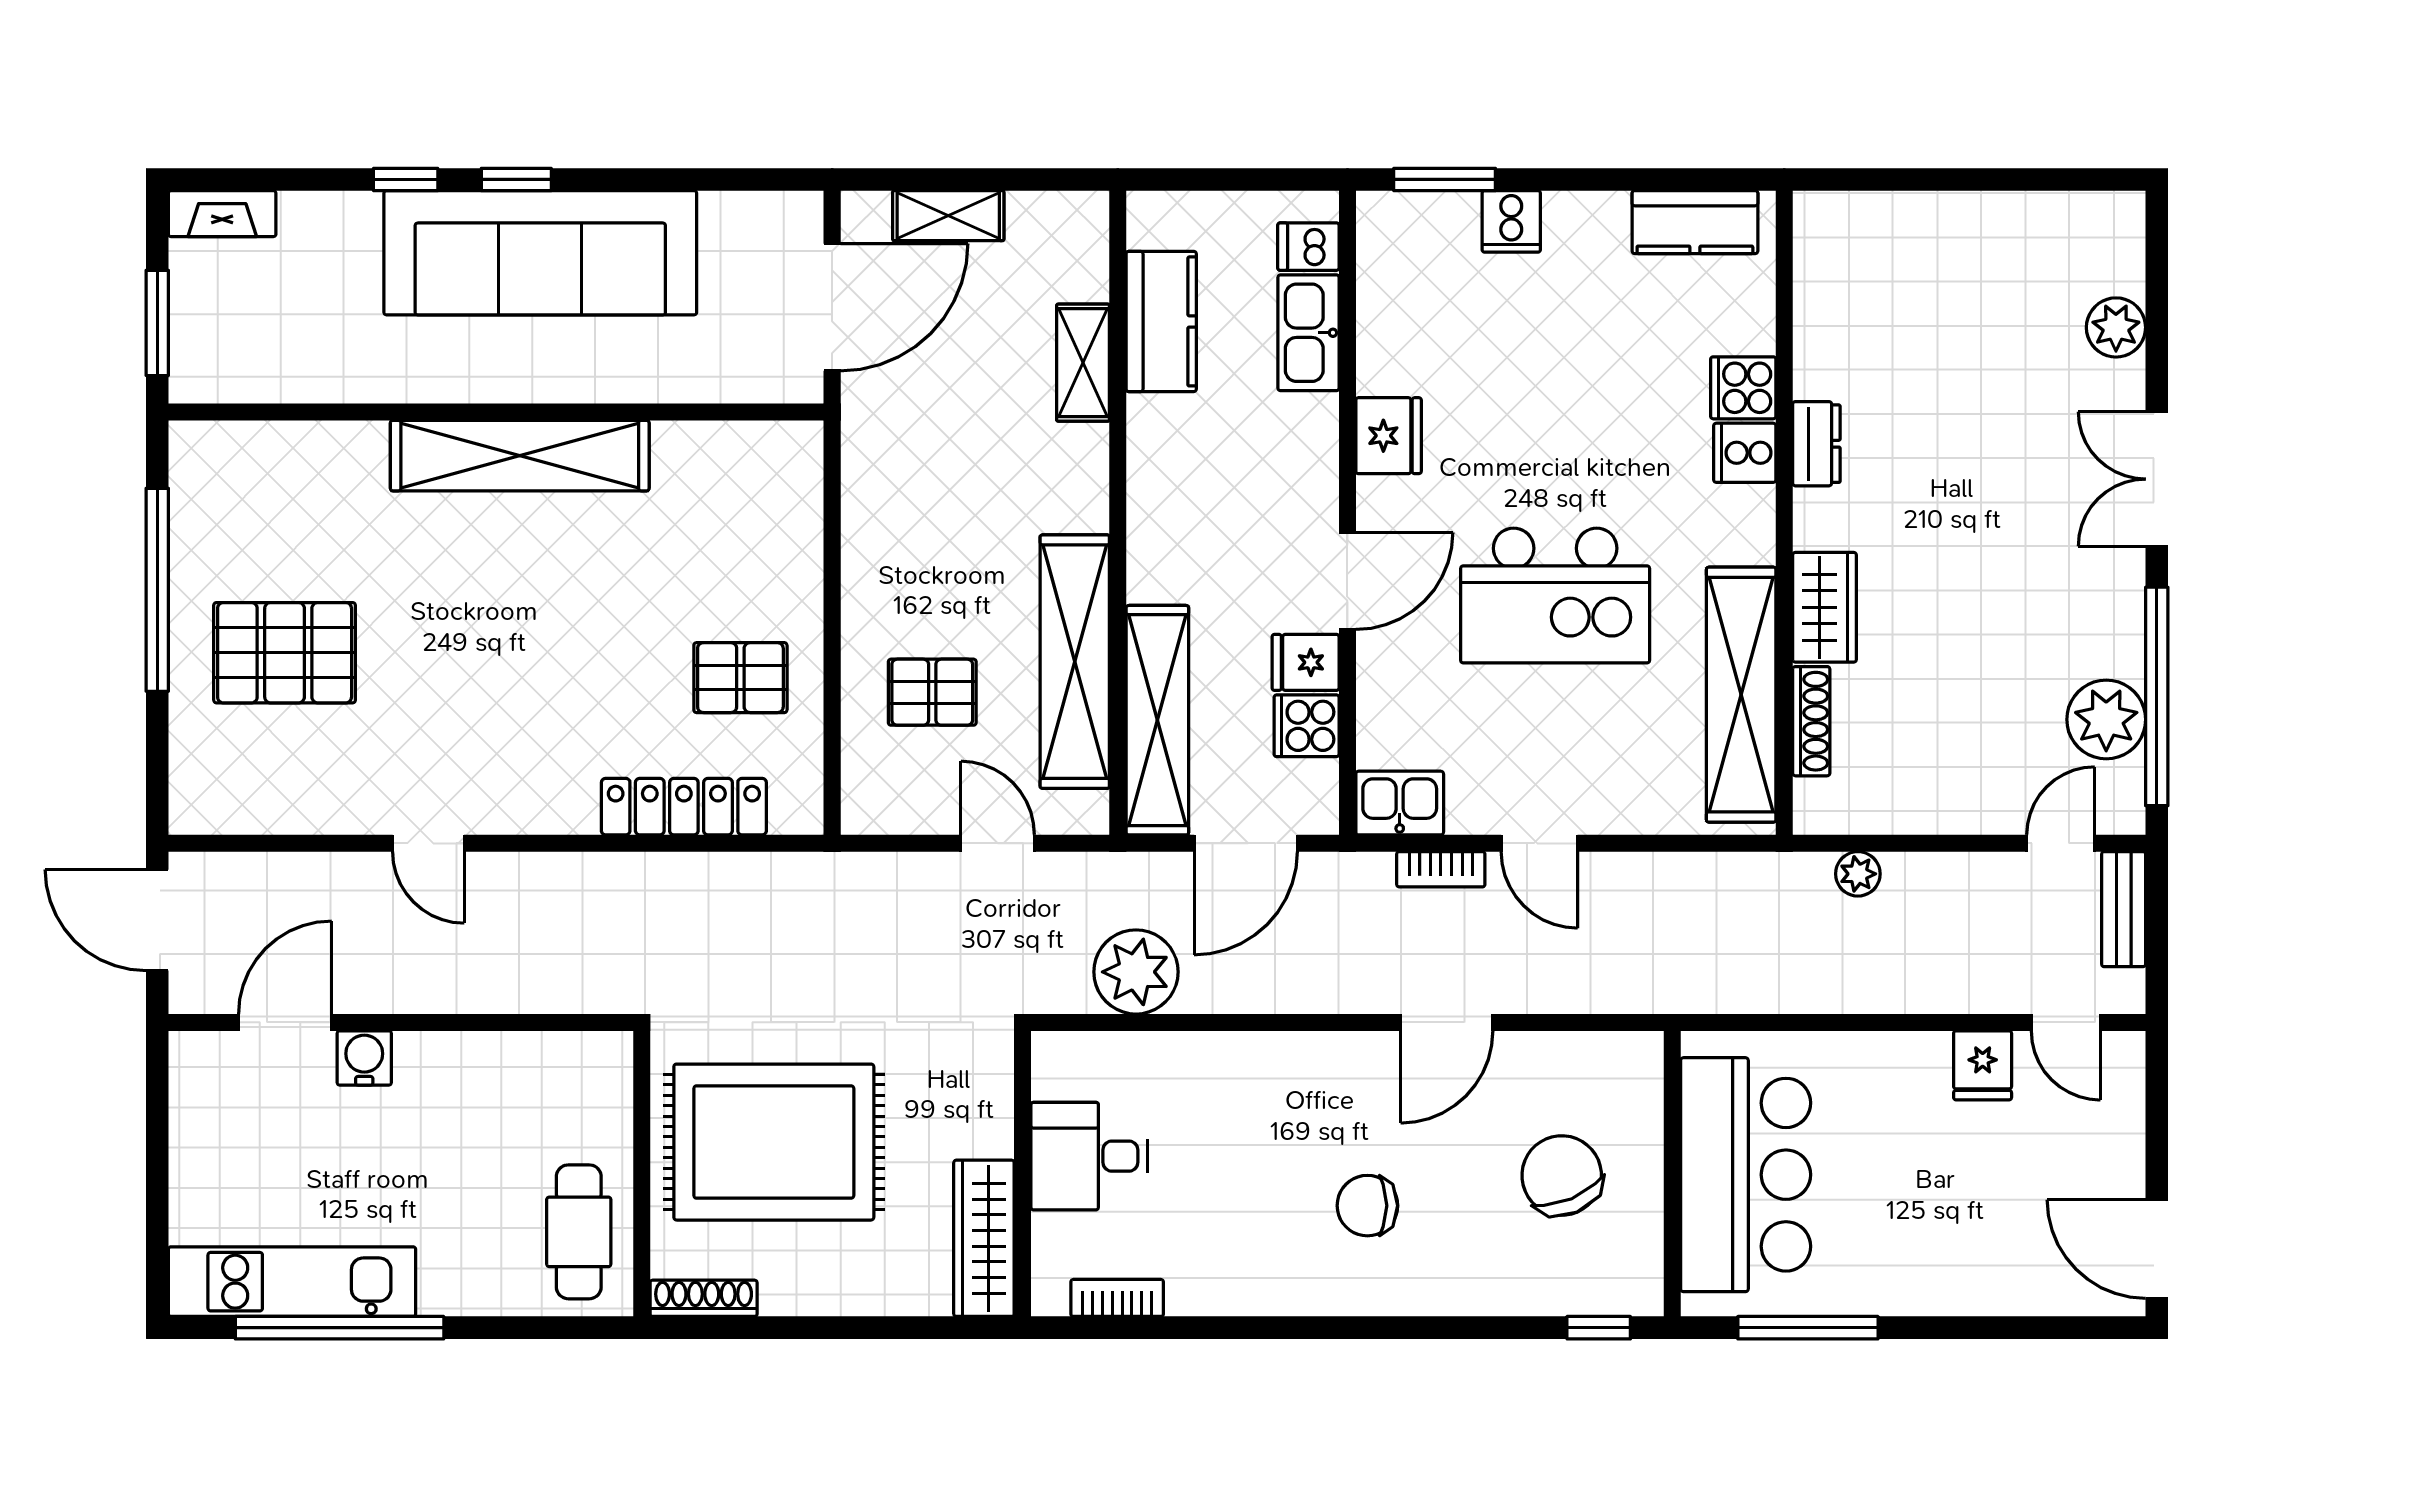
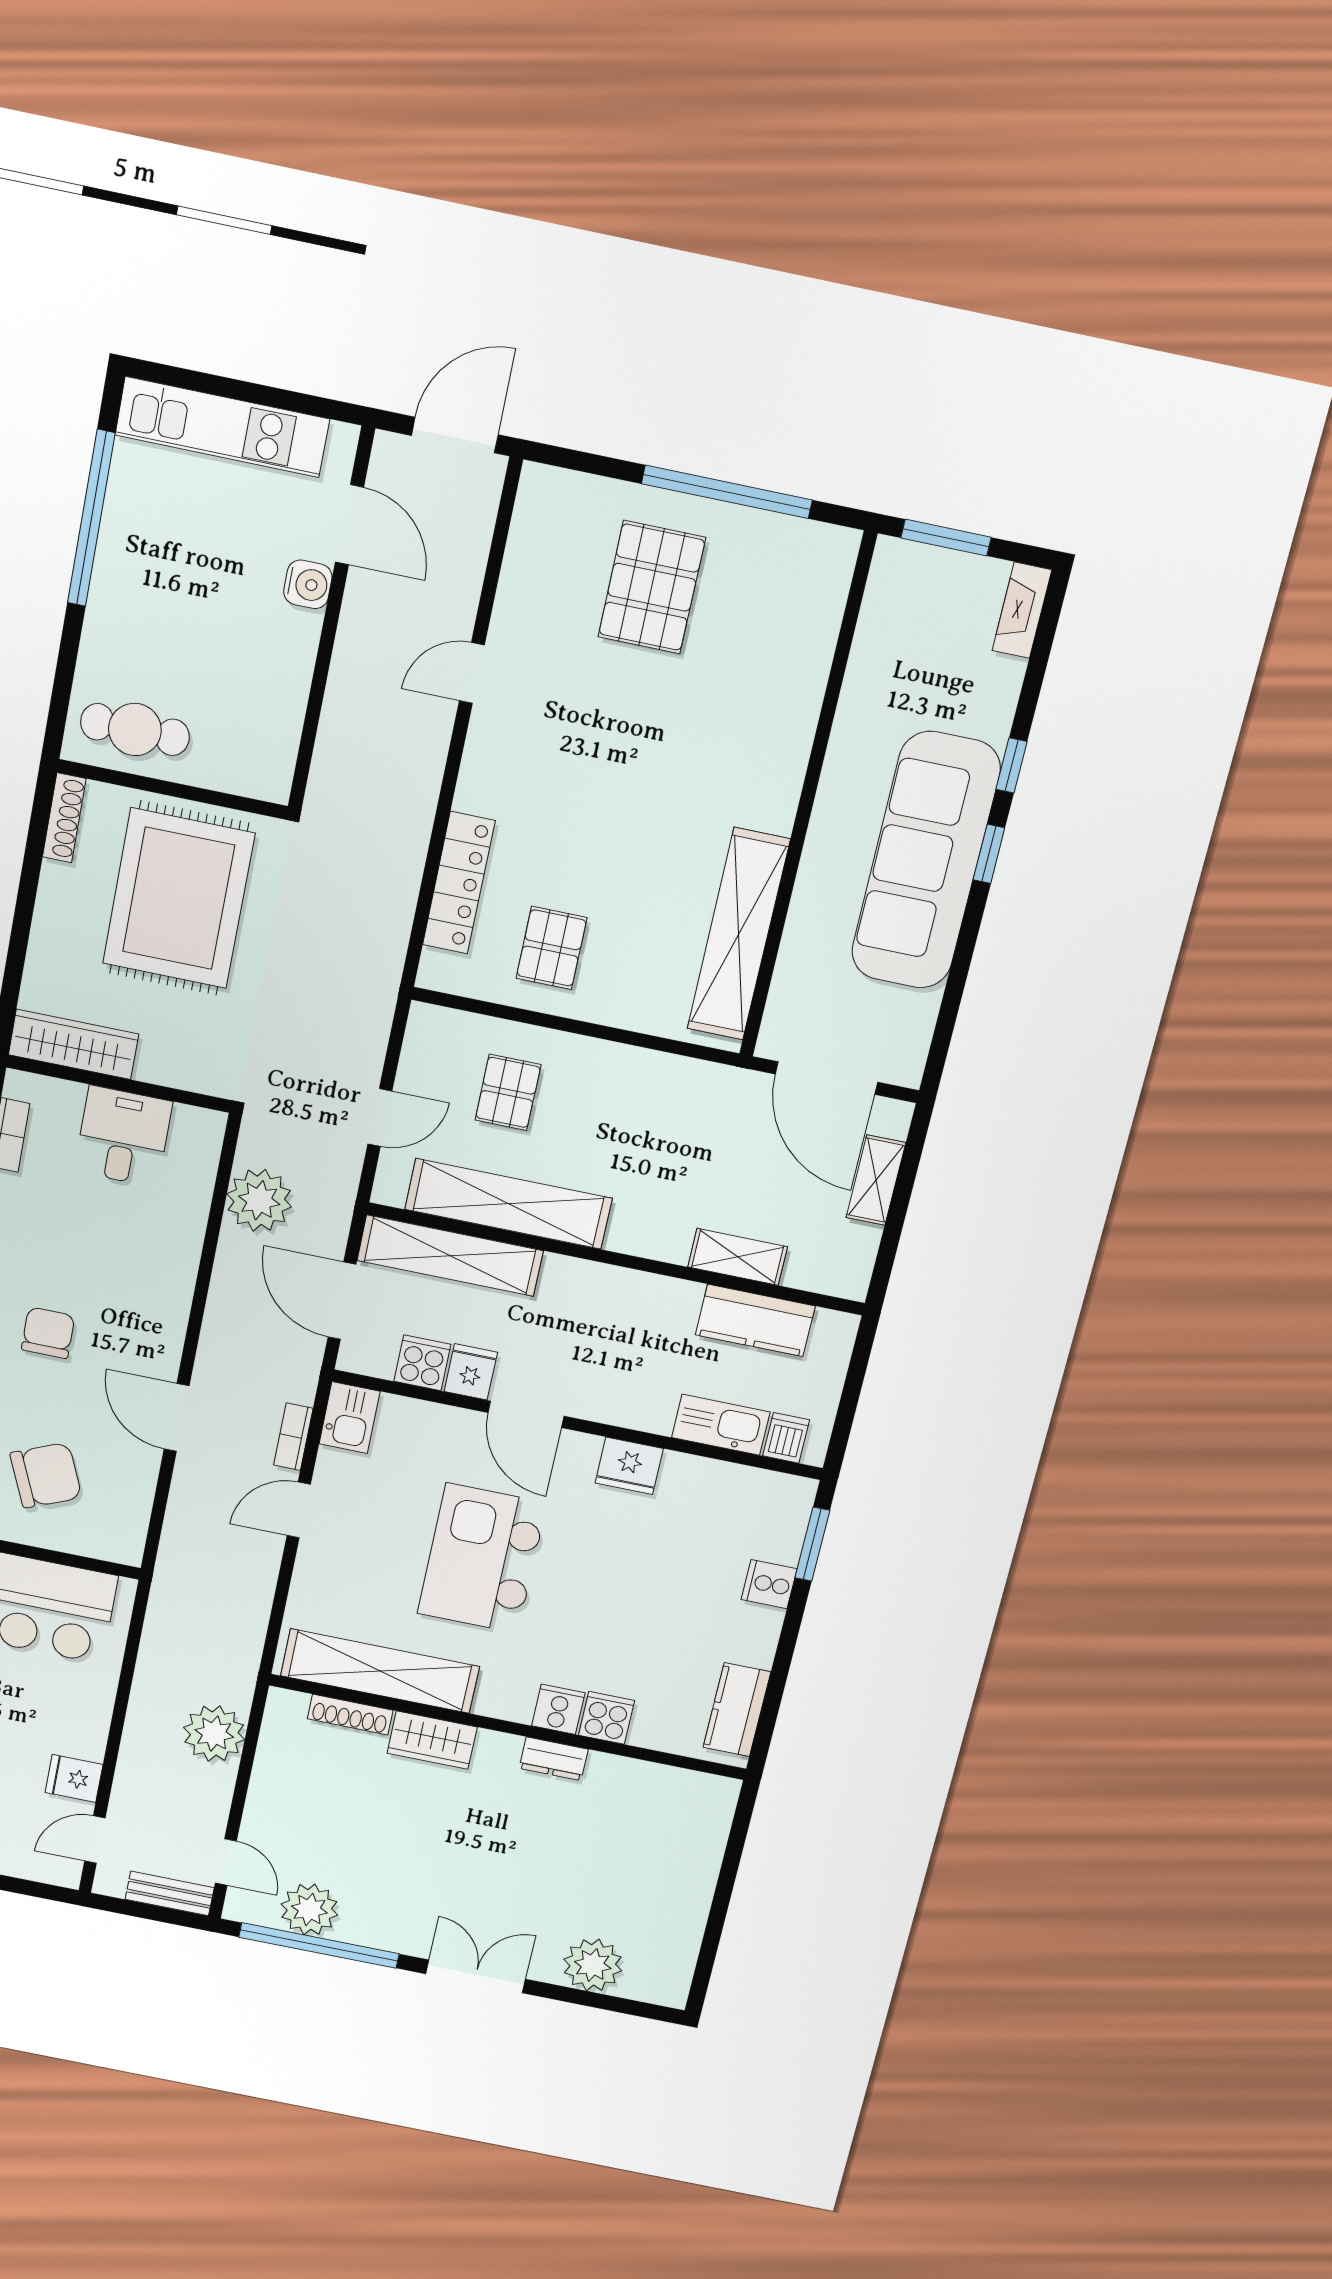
plant: (2116, 327) -> (593, 1965), width x1.36, depth x1.36
shelving: (520, 456) -> (738, 934), moved
plant: (1858, 874) -> (214, 1734), width x1.88, depth x1.88
kitchen unit: (292, 1282) -> (222, 427), moved, turned 90

